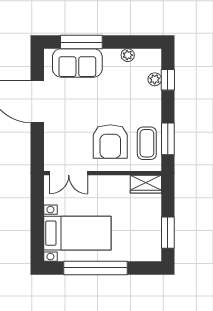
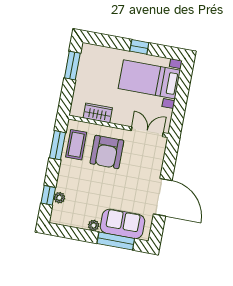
plant: (128, 55) -> (94, 225), moved
armchair: (110, 141) -> (107, 152), turned 180
wardrobe: (146, 184) -> (98, 113), moved
window: (96, 268) -> (139, 47), width x0.32

